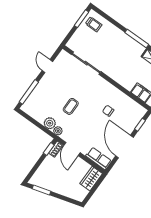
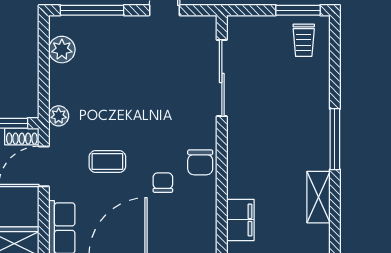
chair: (111, 92) -> (200, 162), added
coffee table: (71, 106) -> (107, 162), moved
plant: (50, 123) -> (62, 50), moved

